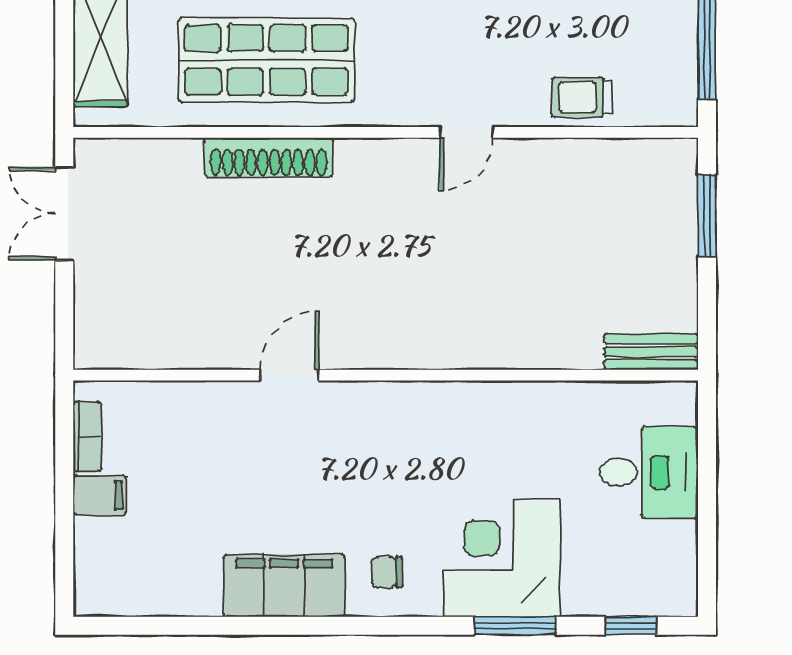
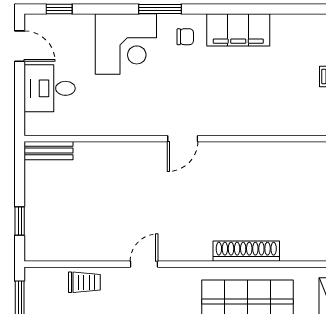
window: (707, 216) -> (20, 221), width x0.67
door: (289, 375) -> (183, 139), moved
door: (707, 554) -> (20, 46), added
window: (515, 626) -> (160, 9), moved

